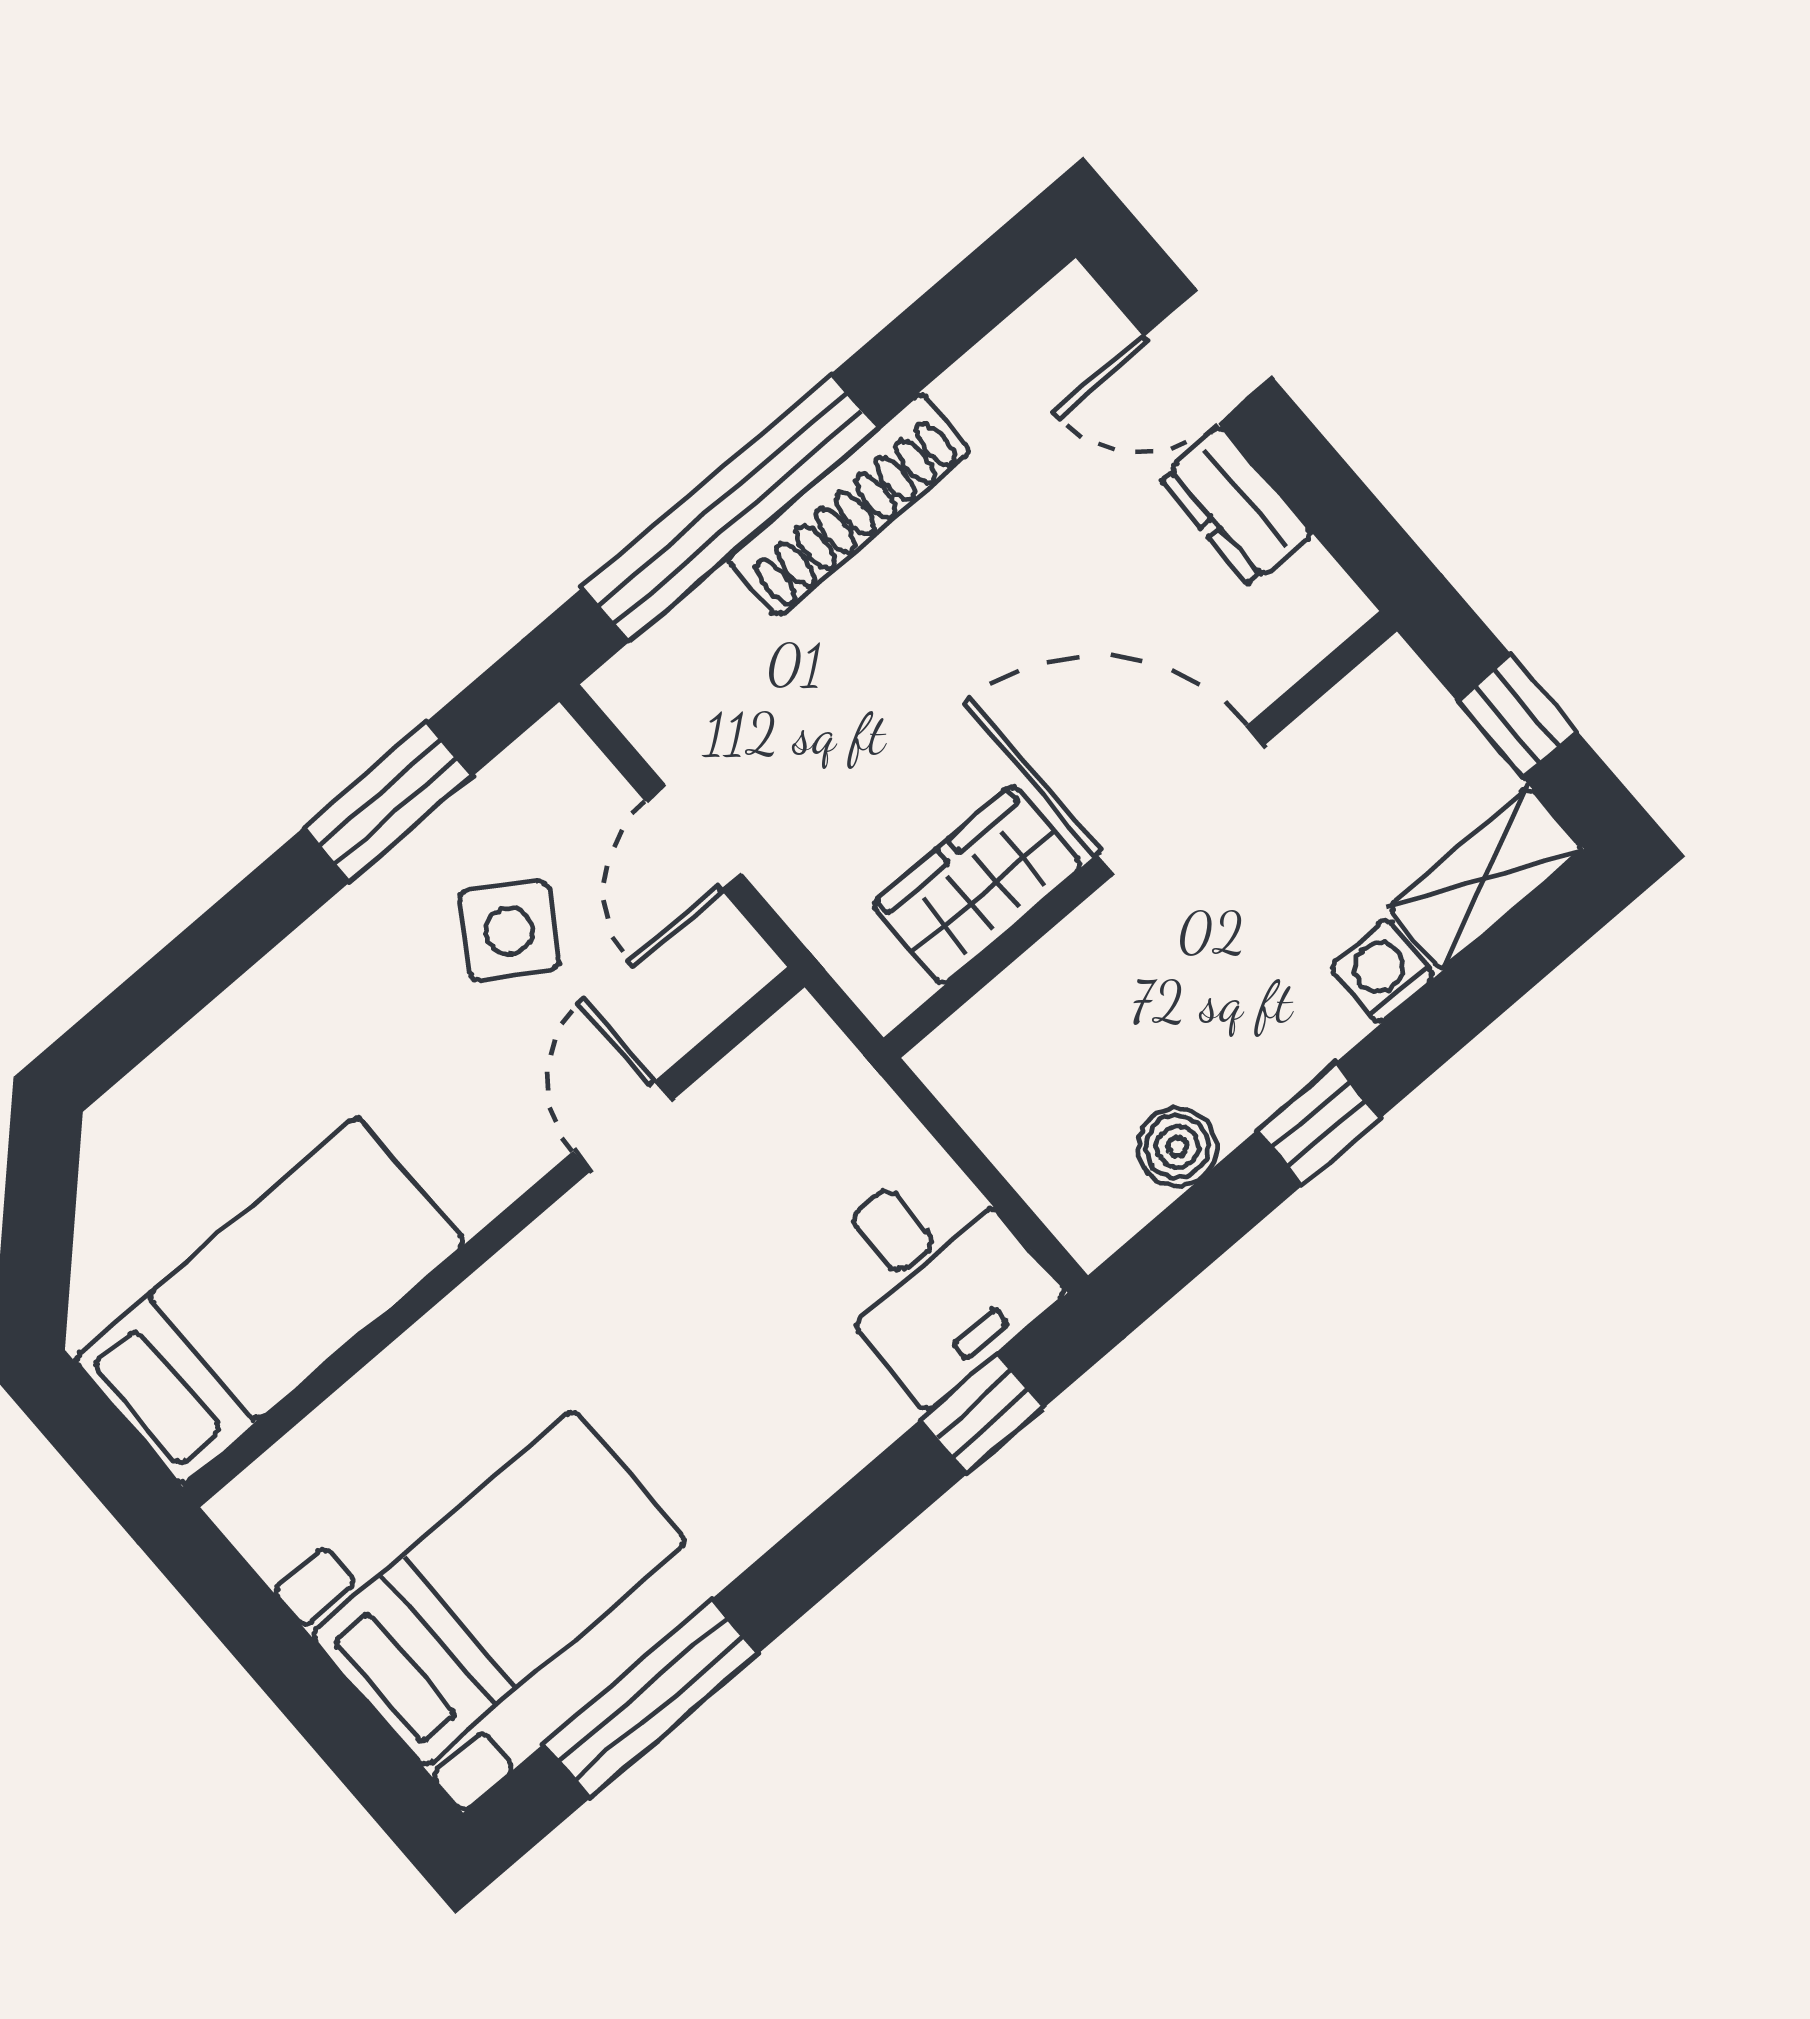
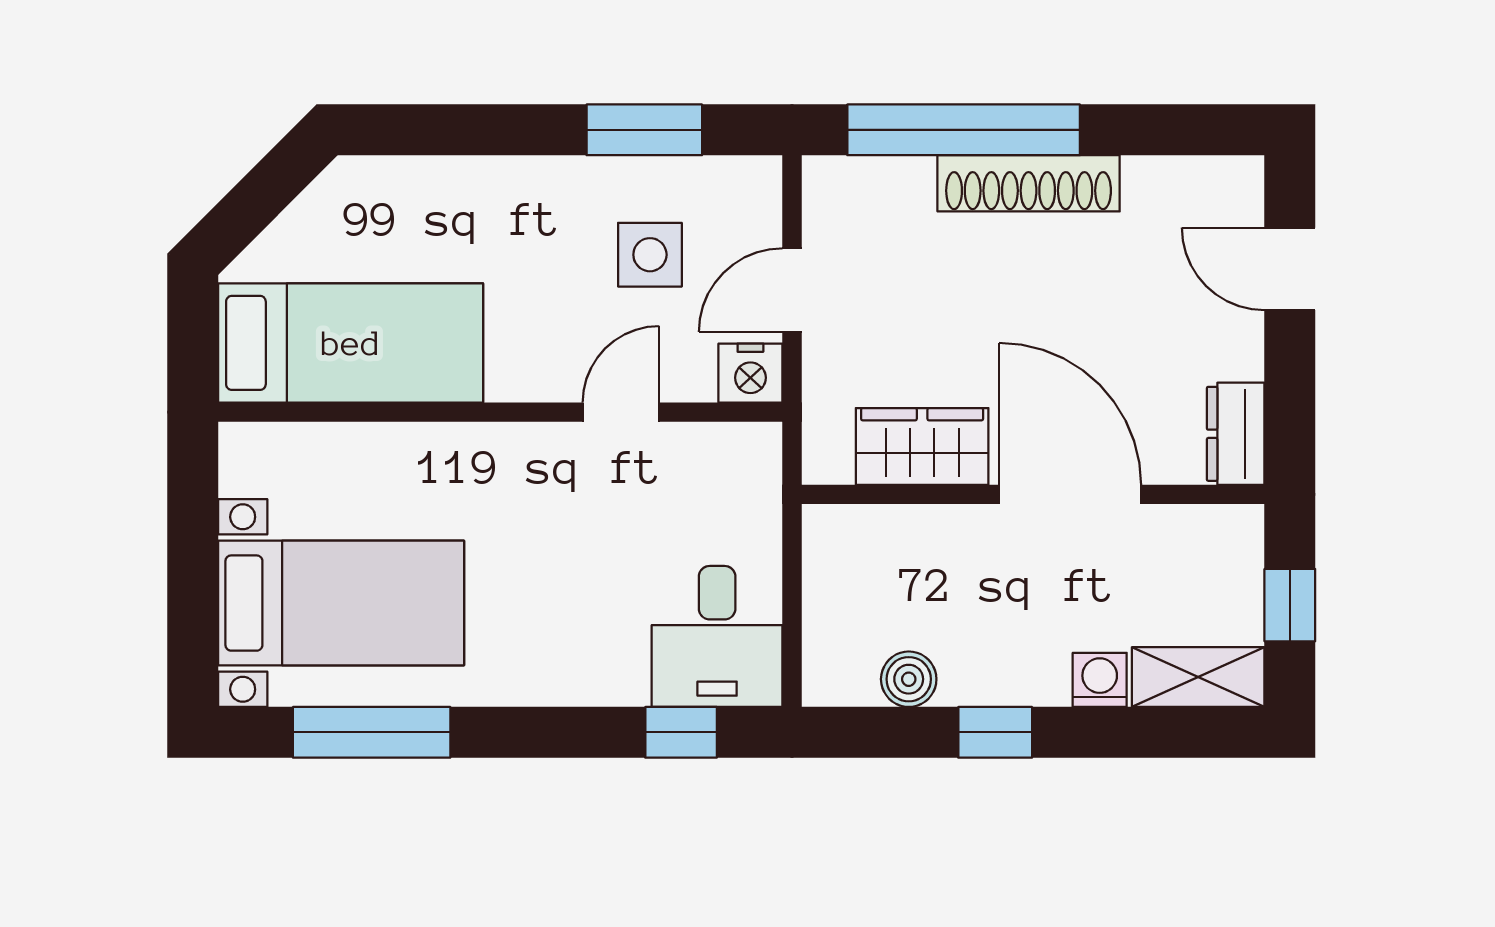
dresser: (1236, 506) -> (1236, 434), moved
side table: (509, 931) -> (650, 255), turned -32
nightstand: (726, 965) -> (750, 373), added

